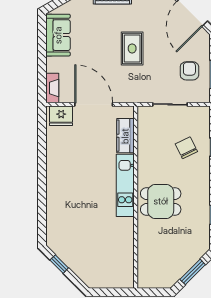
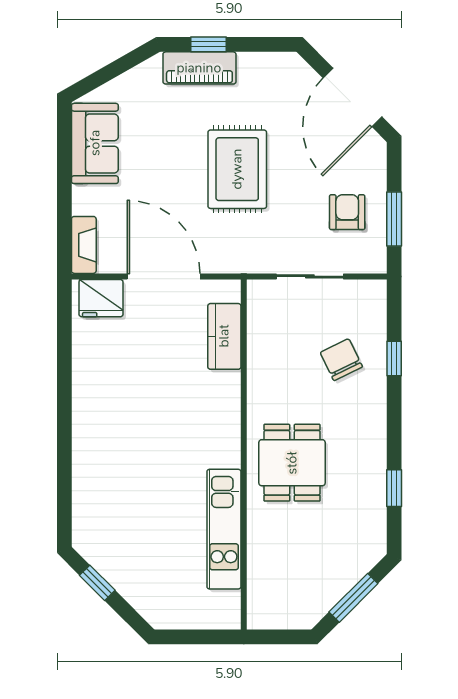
rug: (132, 48) -> (237, 169), width x1.36, depth x1.43
kitchen unit: (125, 185) -> (224, 529), moved
dining table: (161, 201) -> (292, 463), turned 90

